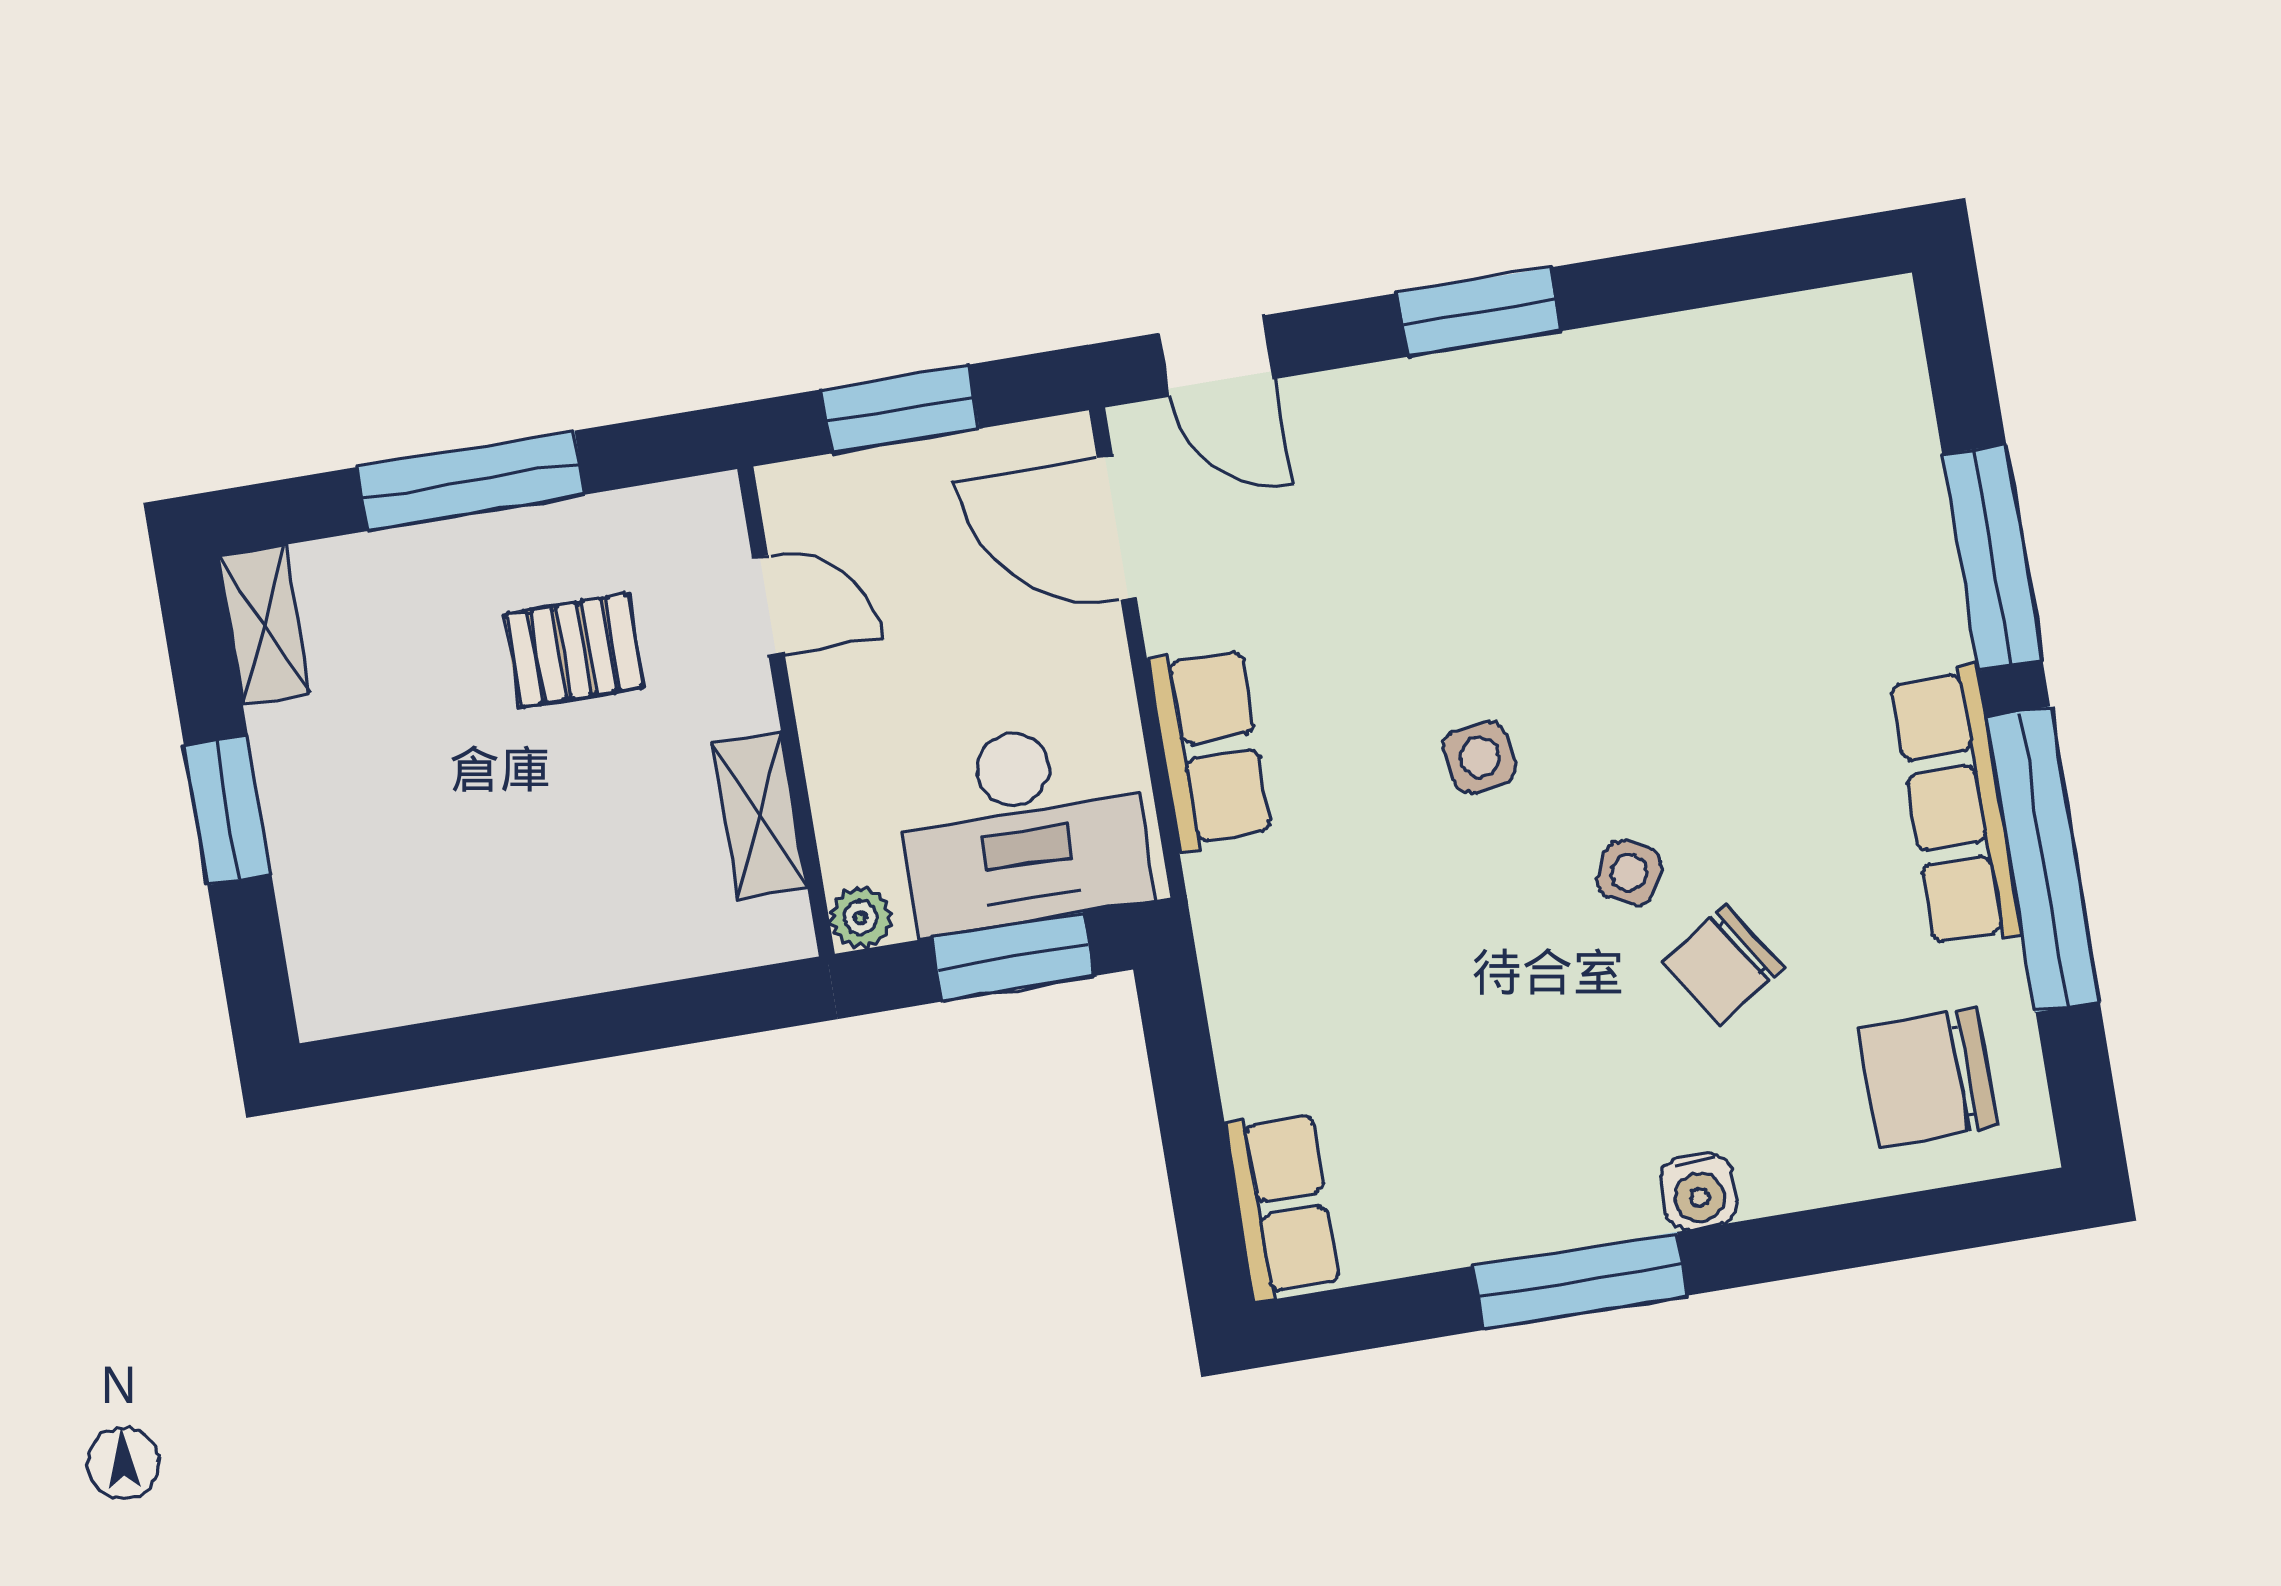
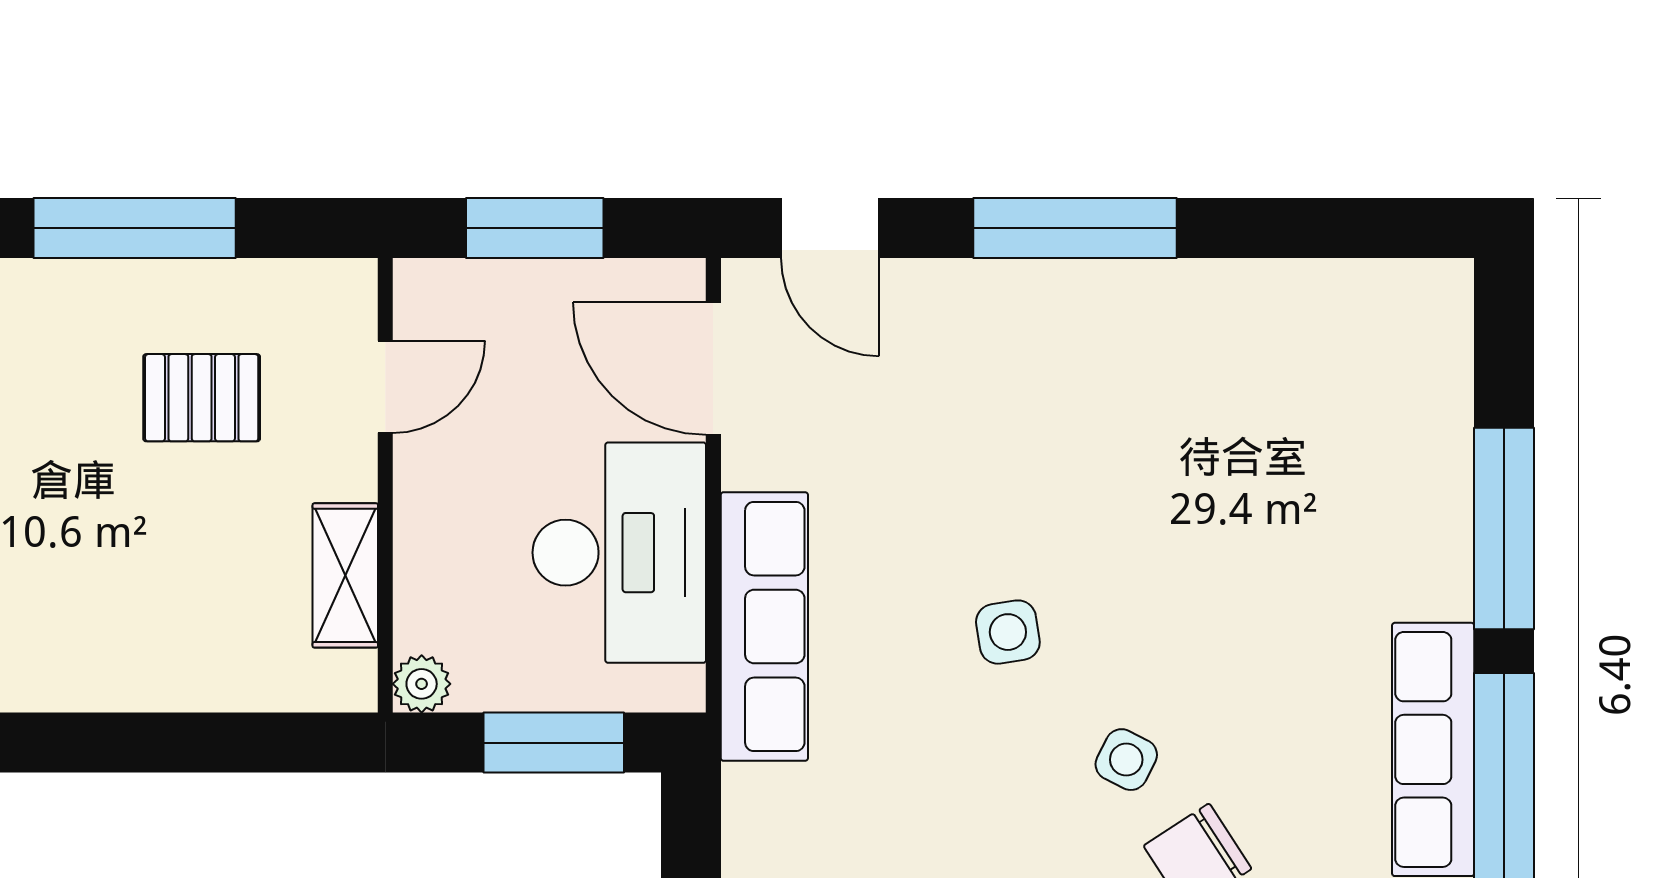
window: (1479, 312) -> (1075, 228), width x1.44
door: (768, 606) -> (385, 387), hinge flipped
row of seats: (1210, 748) -> (764, 626), width x1.48
desk: (1023, 827) -> (619, 553), moved, turned -90

